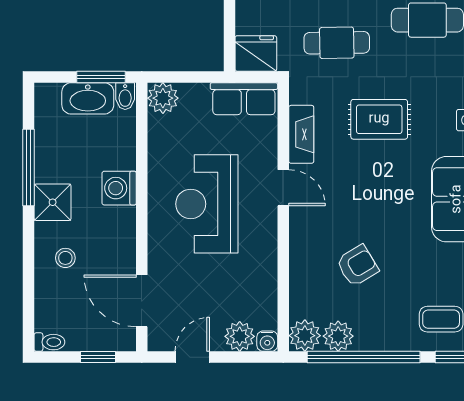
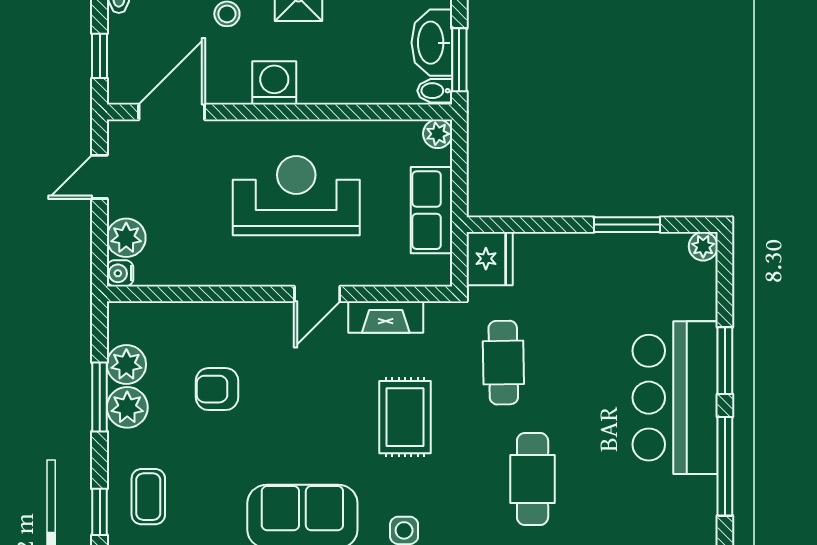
plant: (163, 98) -> (438, 134), width x0.73, depth x0.73
row of seats: (244, 99) -> (431, 210), moved
washing machine: (119, 188) -> (274, 83), moved
armchair: (357, 266) -> (217, 389), turned 121
plant: (305, 336) -> (127, 407), moved
door: (192, 357) -> (100, 177), swing flipped
window: (364, 357) -> (100, 397), width x0.47

